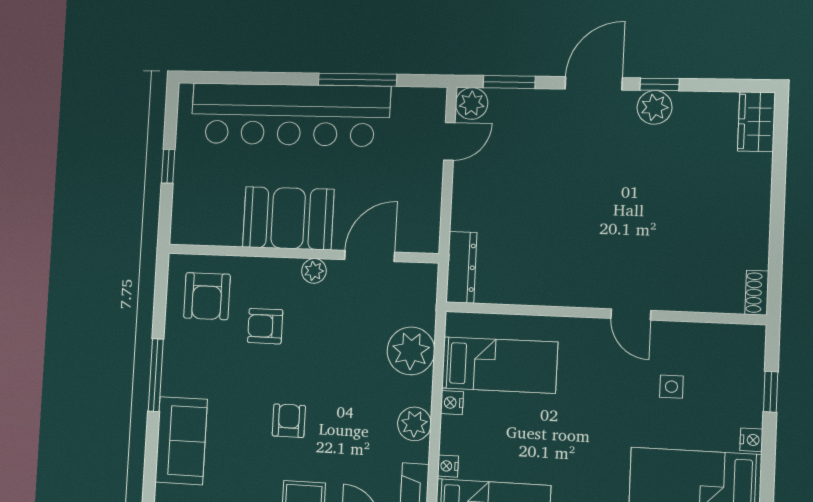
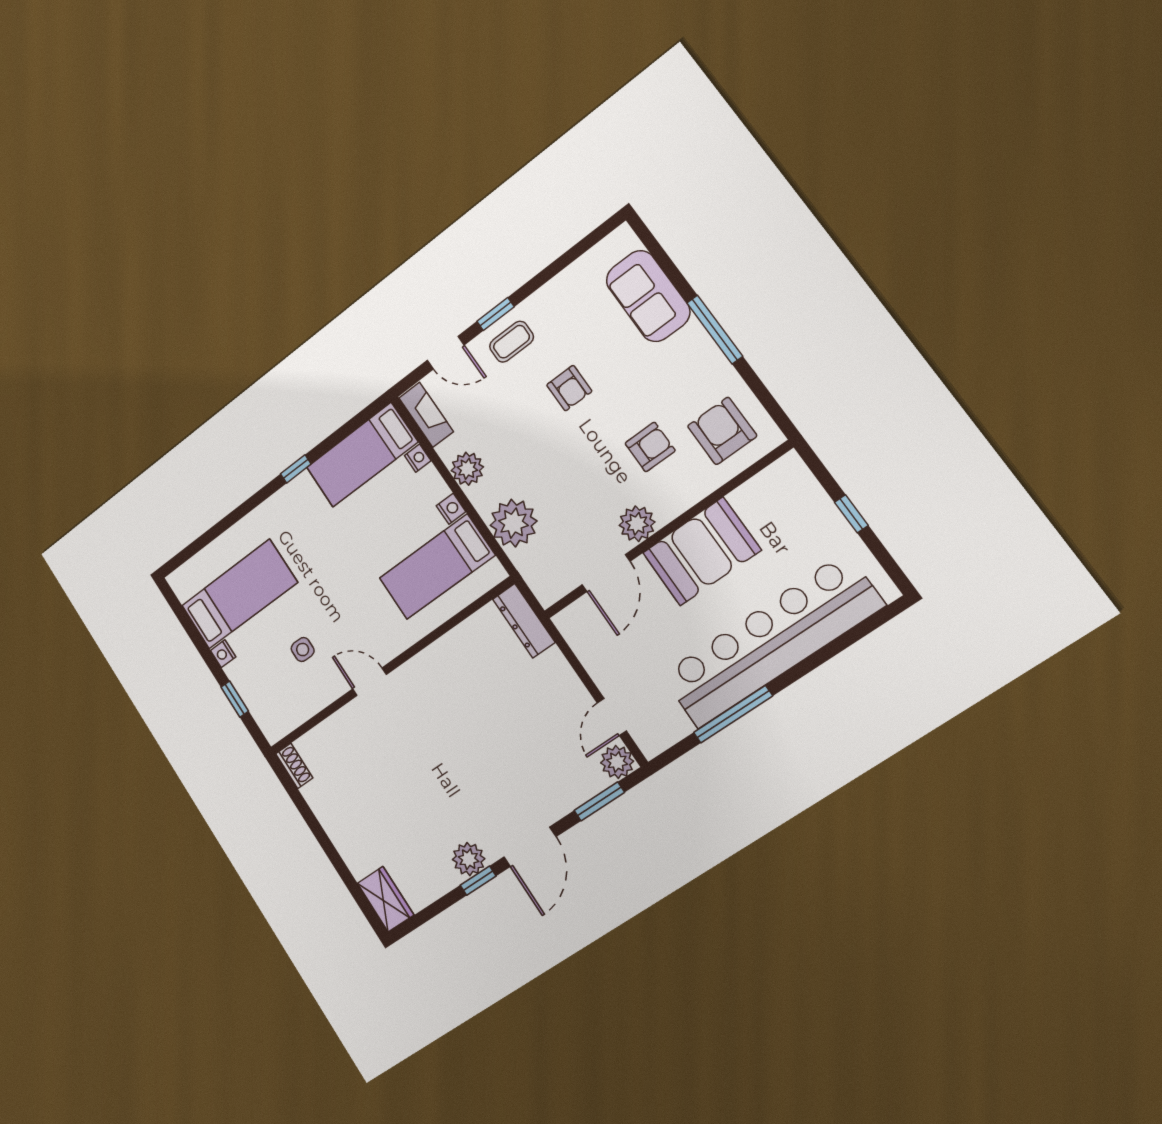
plant: (314, 271) -> (637, 524), width x1.38, depth x1.38

